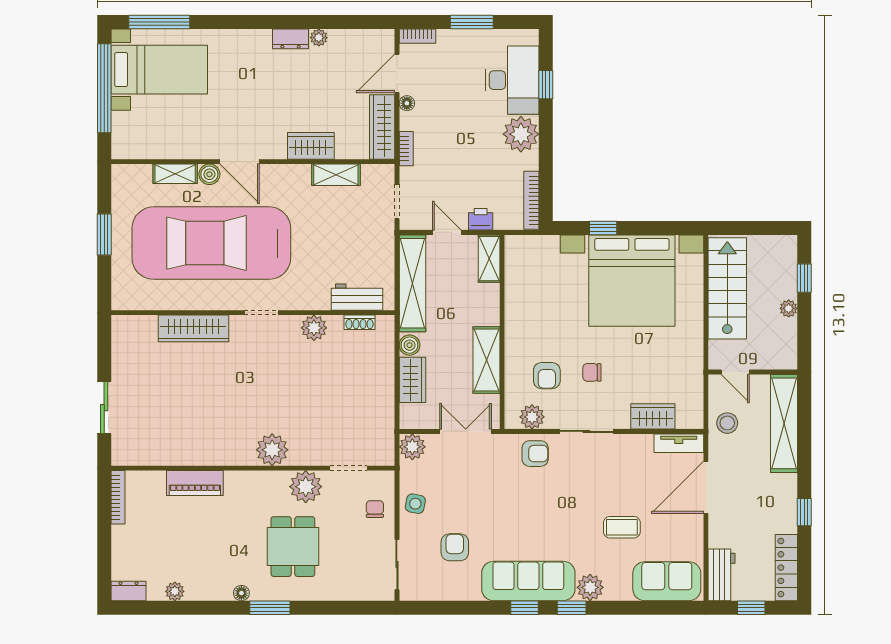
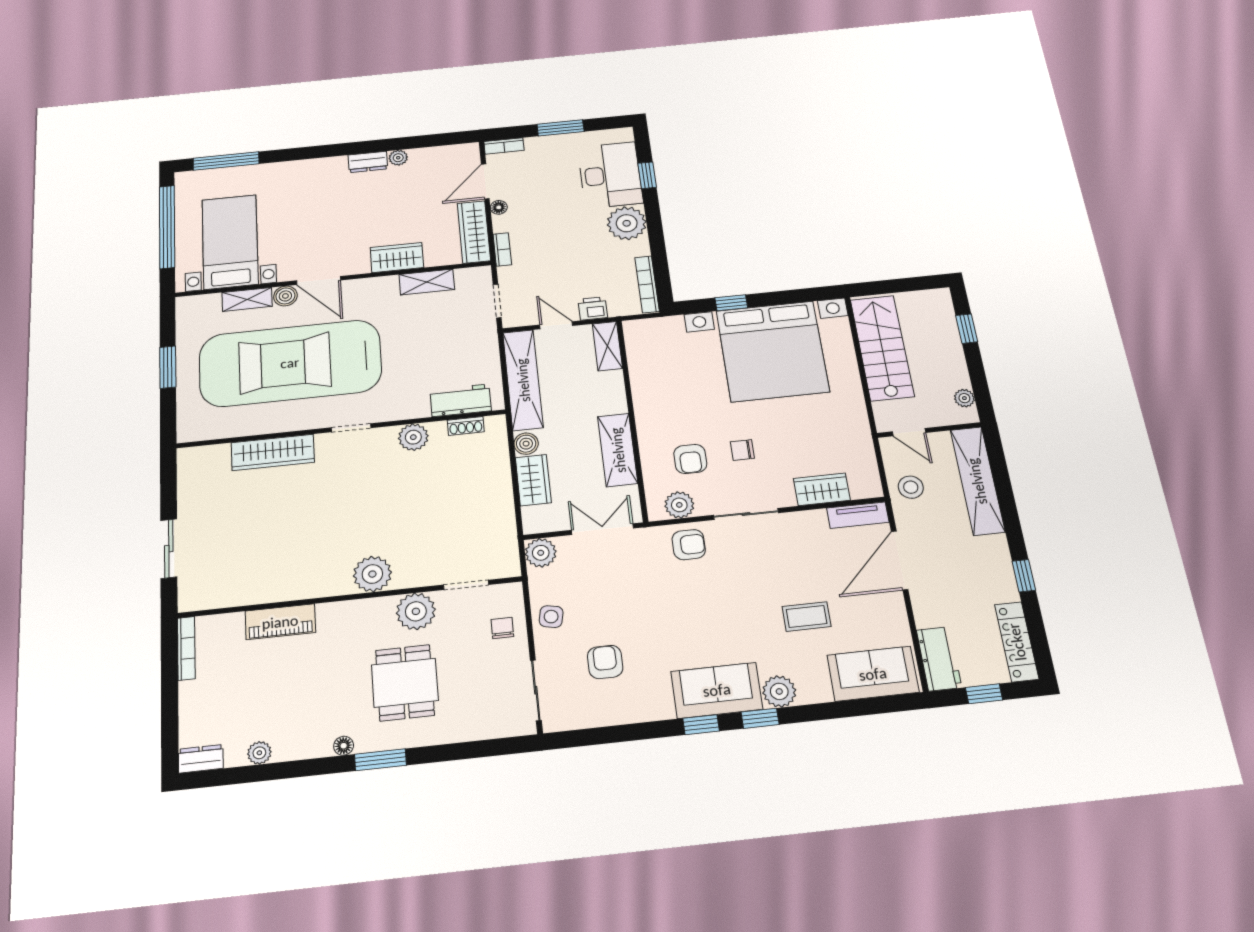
bed with nightstands: (159, 70) -> (230, 242), moved, turned -90
plant: (789, 308) -> (964, 398), moved
sofa: (528, 581) -> (717, 690), width x0.73

